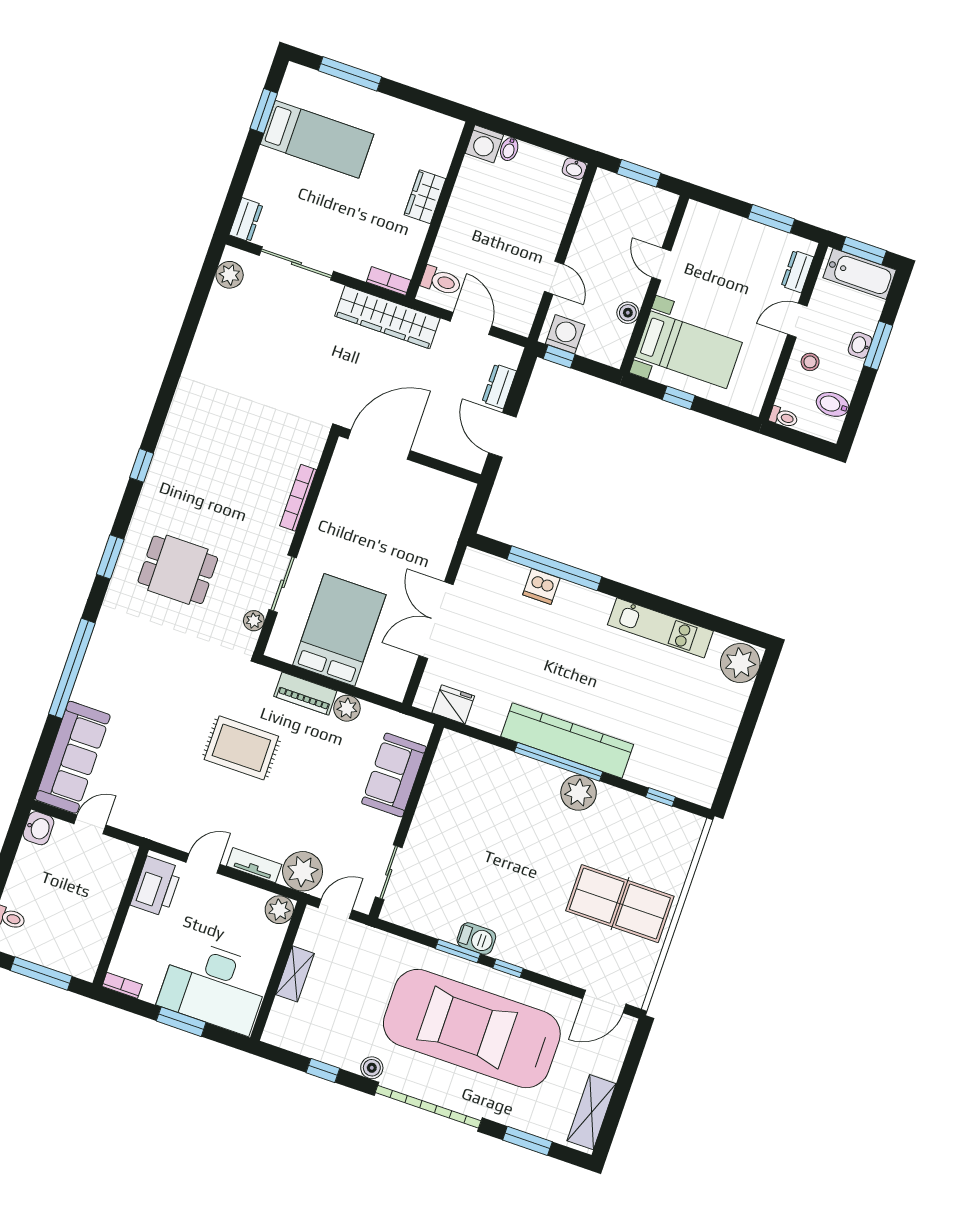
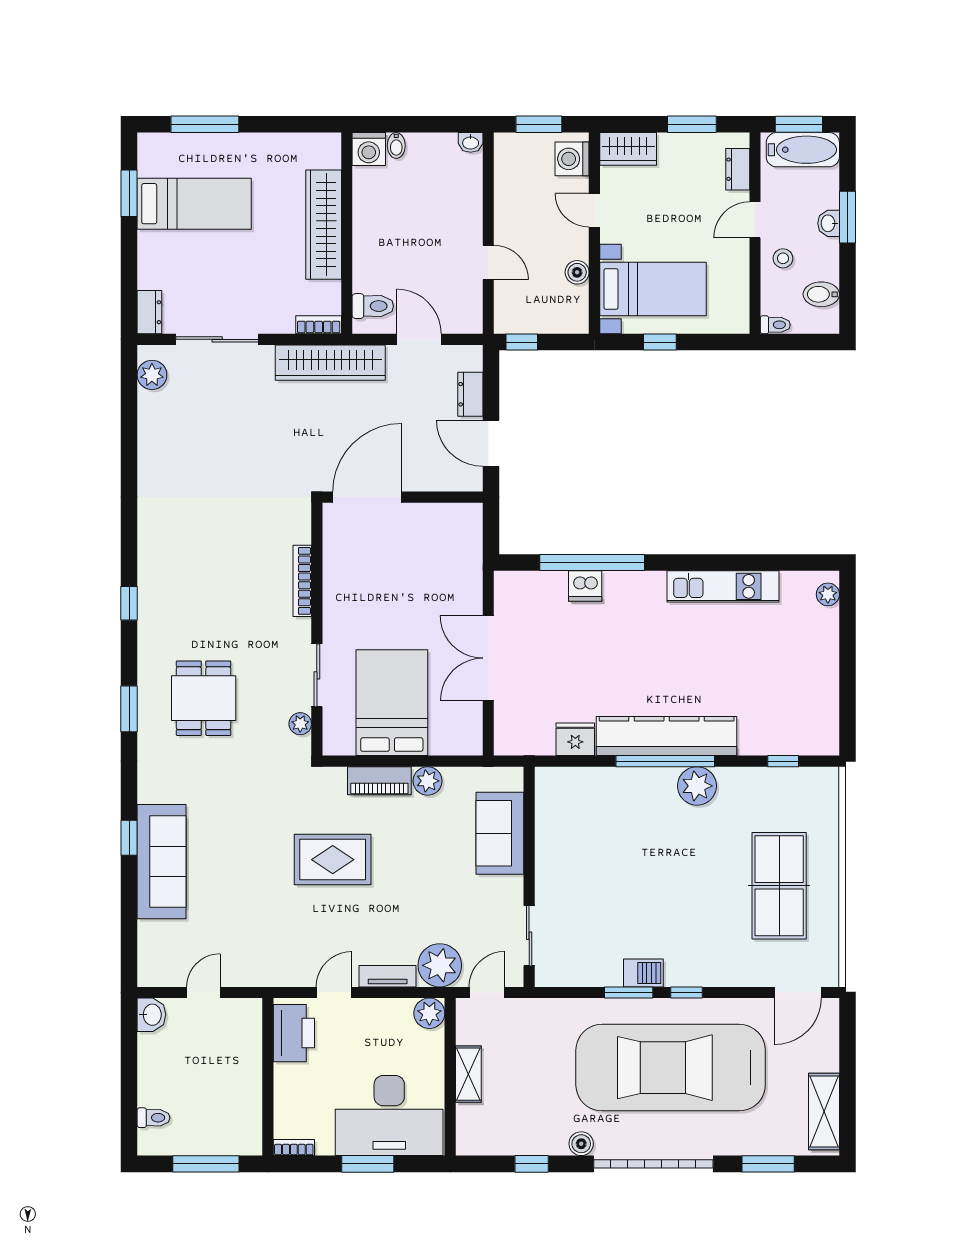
wardrobe: (425, 197) -> (324, 225), width x2.10, depth x1.17
wardrobe: (709, 221) -> (628, 149), added
washing machine: (565, 334) -> (572, 159), moved, turned -90
dining table: (178, 570) -> (204, 698), turned 90
plant: (740, 663) -> (828, 594), width x0.53, depth x0.53
window: (72, 668) -> (129, 838), width x0.32
fridge: (453, 704) -> (575, 739), moved
sofa: (73, 757) -> (162, 862), moved
table tennis table: (620, 904) -> (779, 886), turned 90

